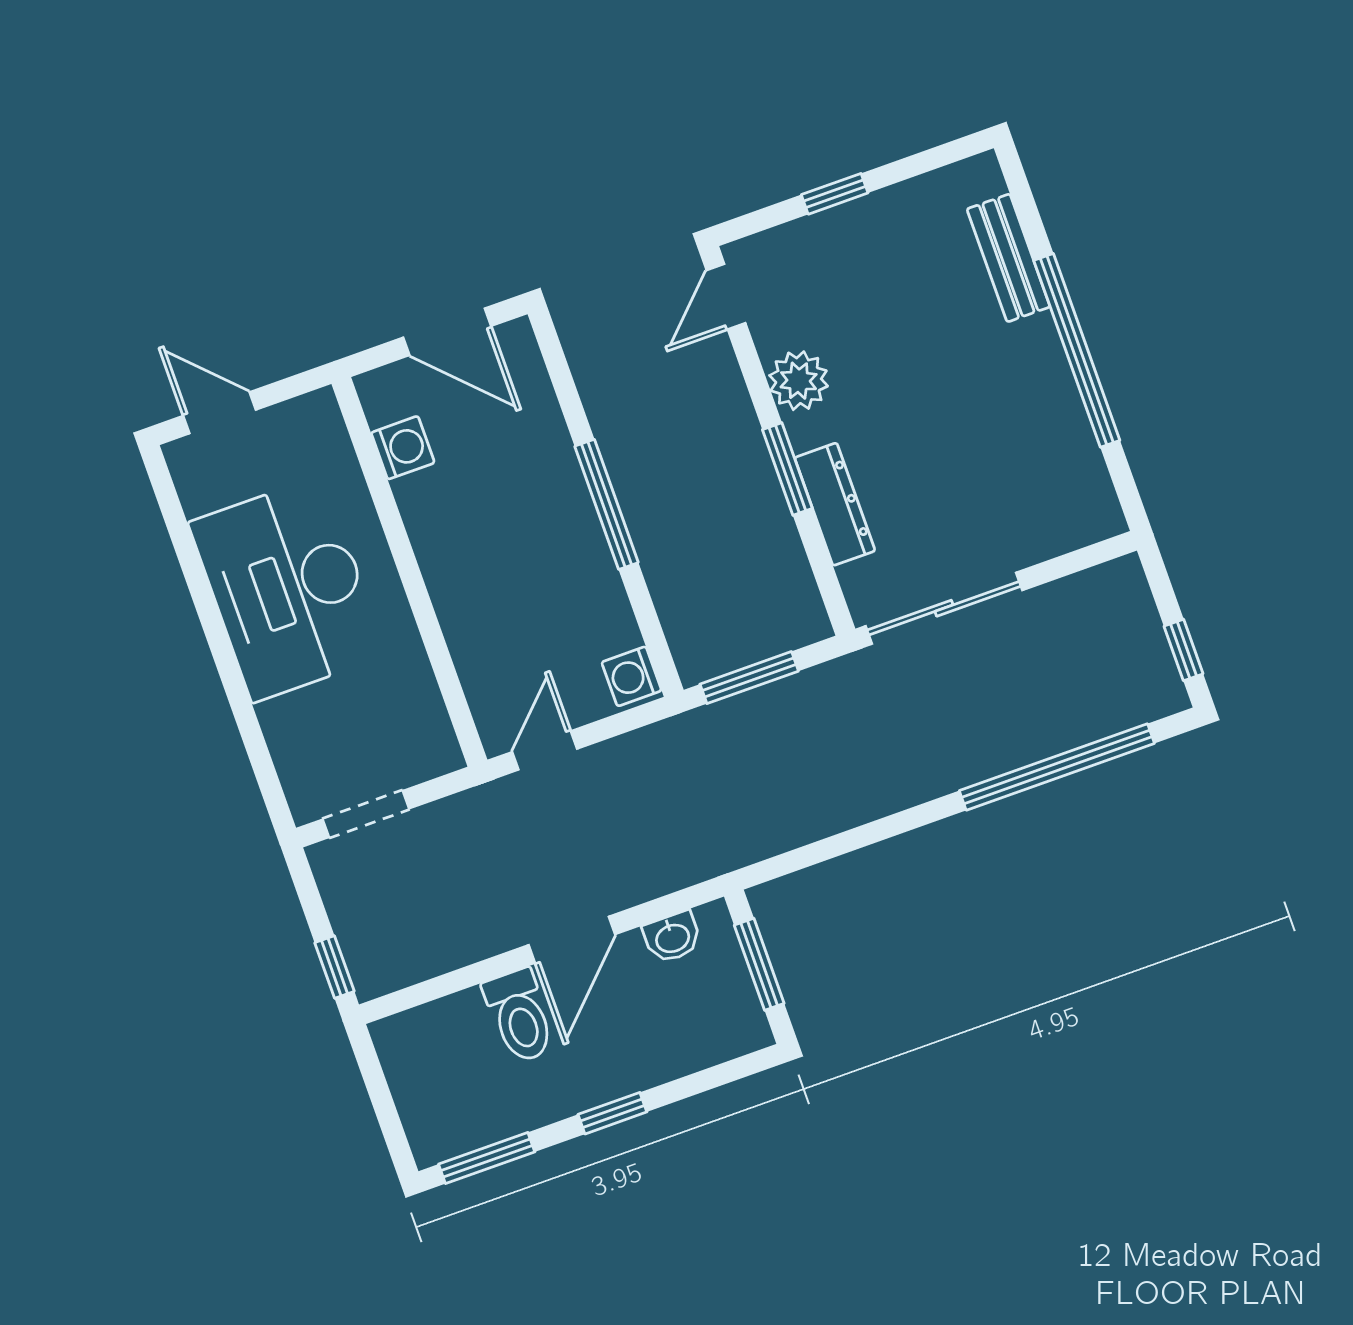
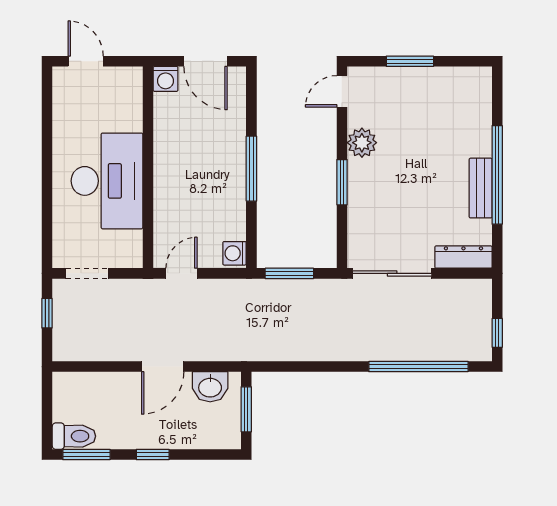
window: (835, 194) -> (410, 61), width x1.50
bench: (1008, 258) -> (481, 188), moved
washing machine: (403, 448) -> (166, 79), moved, turned 90
dresser: (835, 504) -> (463, 257), moved, turned -90
desk: (287, 589) -> (107, 181), moved, turned 180
washbasin: (672, 937) -> (210, 387), width x1.38, depth x1.45
window: (334, 967) -> (47, 313), moved
toilet: (519, 1016) -> (74, 436), moved, turned -90

